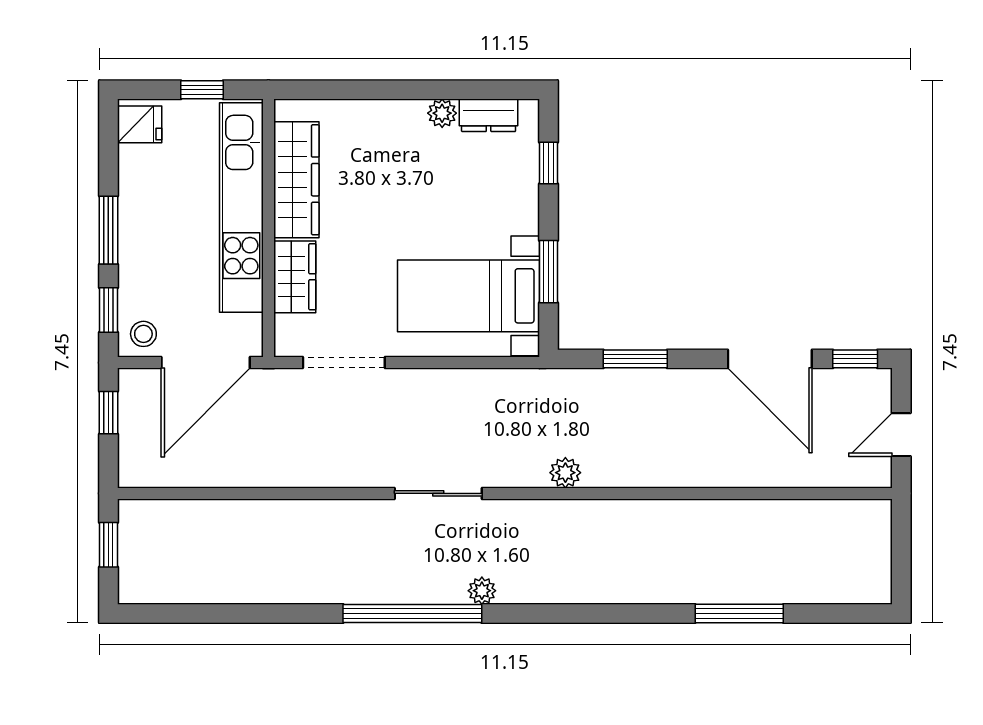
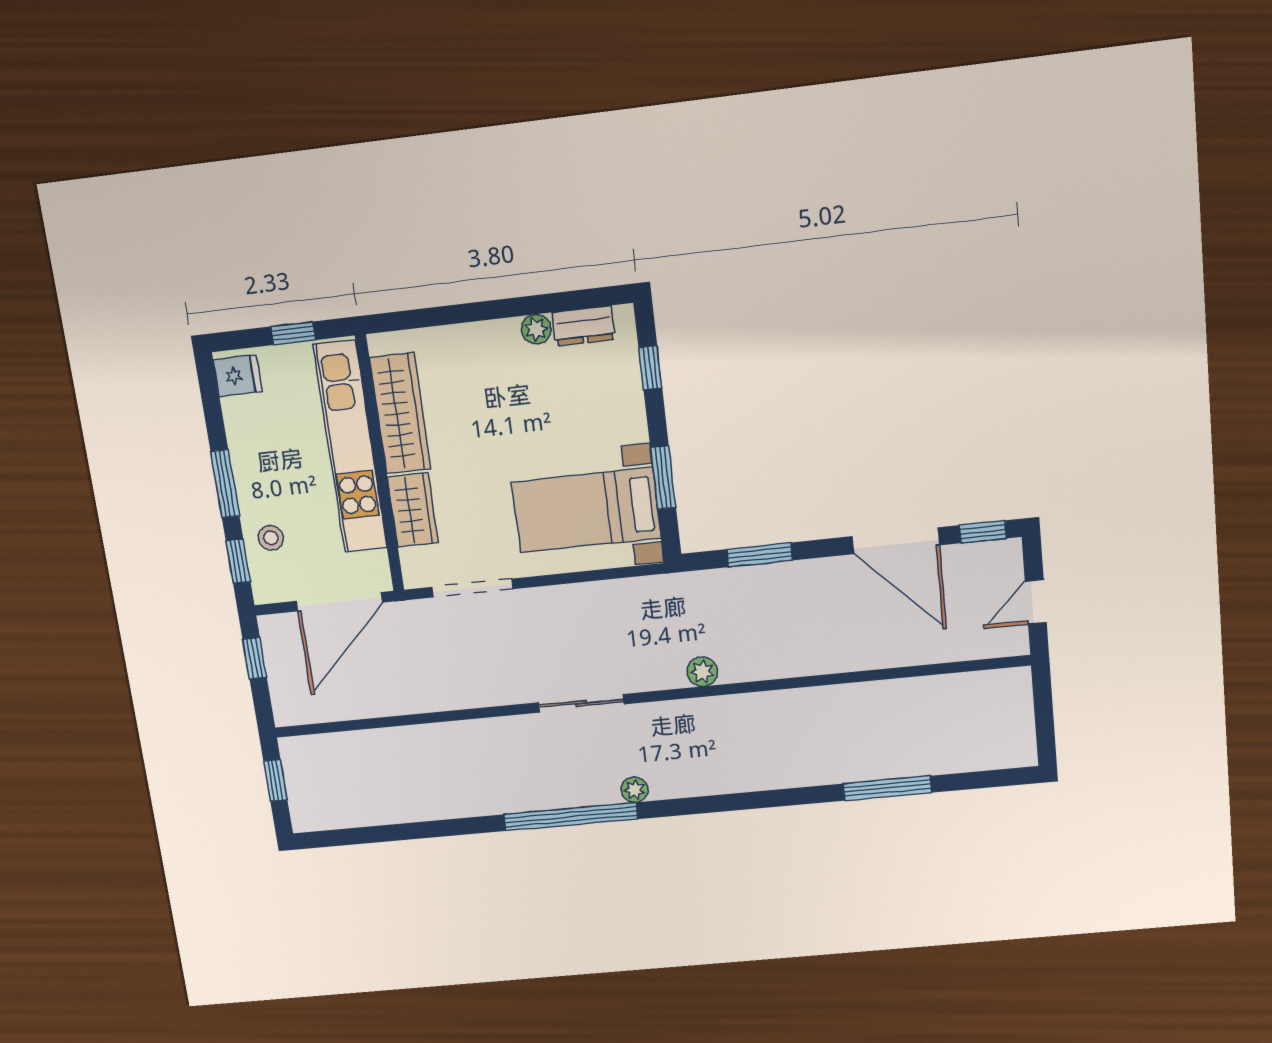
stool: (143, 334) -> (271, 538), moved

